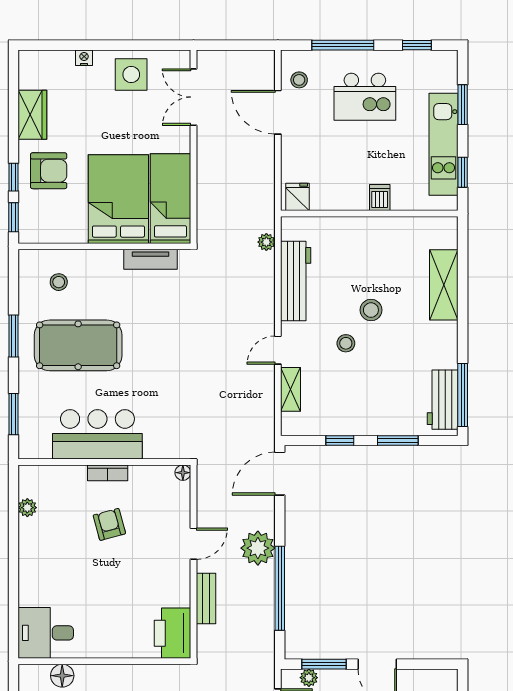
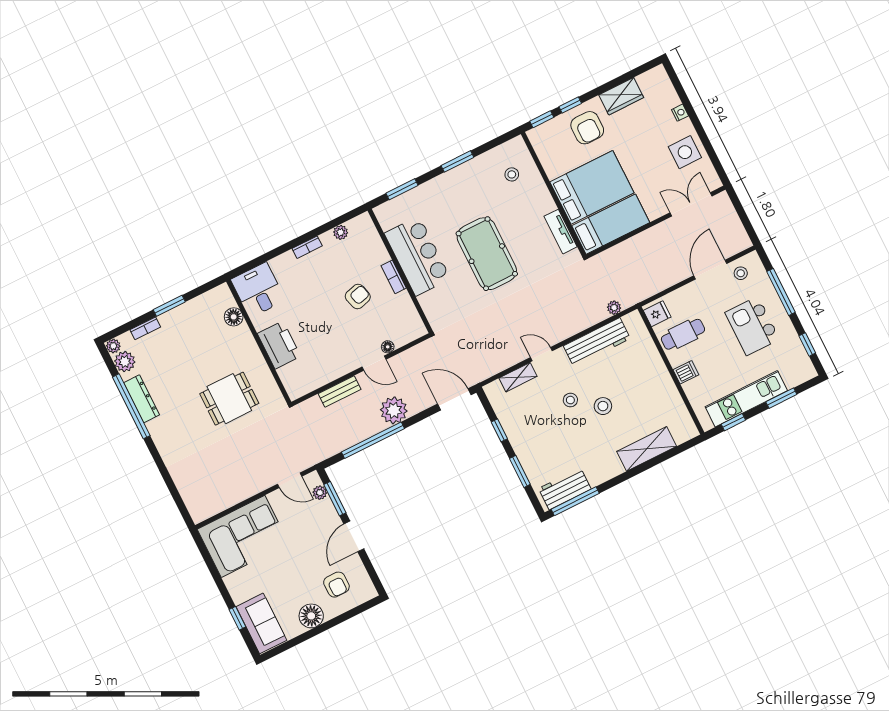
cafe table: (335, 179) -> (683, 334), added
pool table: (78, 345) -> (487, 254), moved
floor lamp: (183, 473) -> (388, 347), moved
bookcase: (25, 554) -> (307, 247), added
printer: (173, 633) -> (279, 345), moved, turned 90

